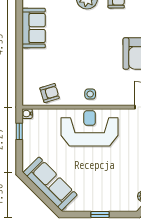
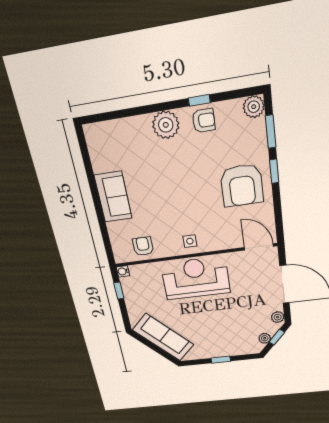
sofa: (34, 28) -> (113, 197), moved
armchair: (50, 93) -> (143, 246), turned -73

